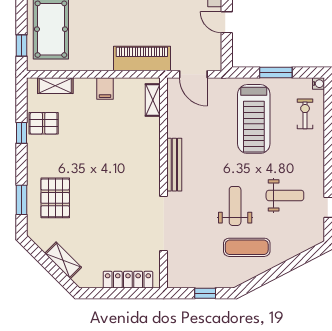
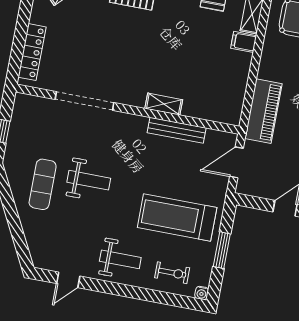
filing cabinet: (105, 88) -> (244, 42), moved
shelving: (153, 100) -> (164, 104), moved
bench: (174, 165) -> (177, 130), moved
weight bench: (285, 195) -> (120, 259), moved, turned -90

